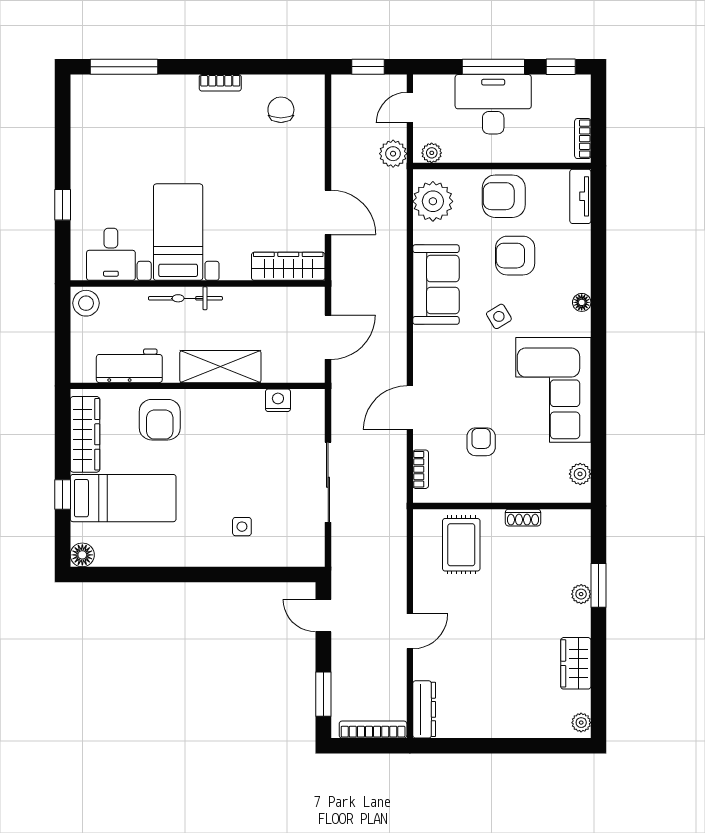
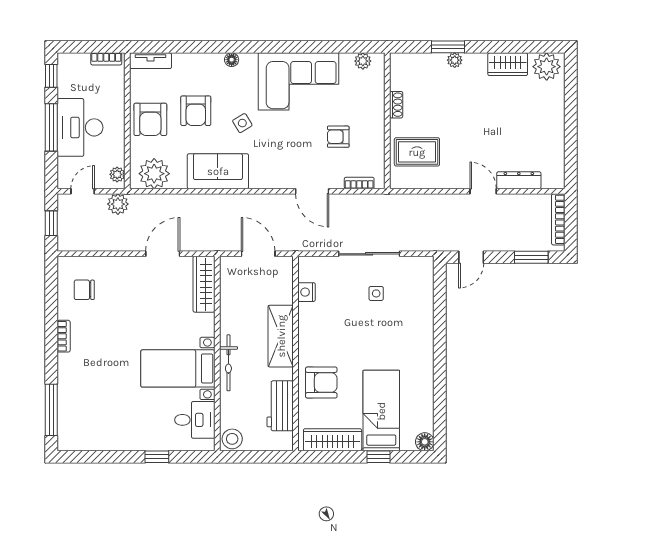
door: (410, 108) -> (83, 191), swing flipped
side table: (242, 527) -> (376, 293), moved
dresser: (424, 709) -> (519, 180), moved
plant: (581, 723) -> (547, 67), width x1.88, depth x1.88

